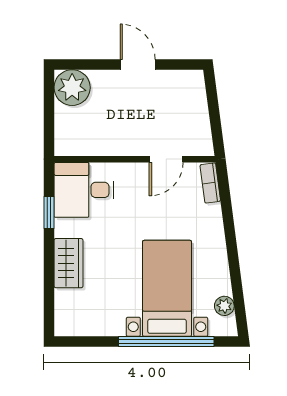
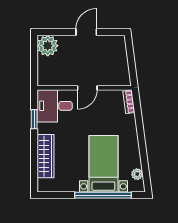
door: (138, 64) -> (86, 32), hinge flipped
door: (166, 159) -> (87, 88), moved
wardrobe: (68, 263) -> (46, 156), width x1.50

